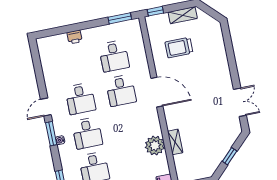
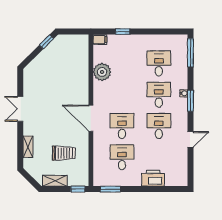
printer: (75, 37) -> (153, 178), width x1.87, depth x1.48
double door: (240, 102) -> (20, 109), moved
door: (46, 107) -> (190, 139), moved
shelving: (175, 142) -> (28, 147), moved
window: (230, 156) -> (47, 42), moved

